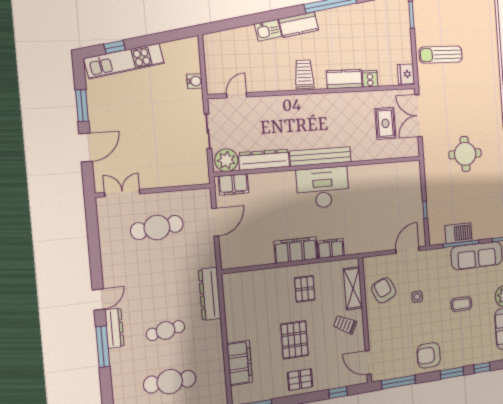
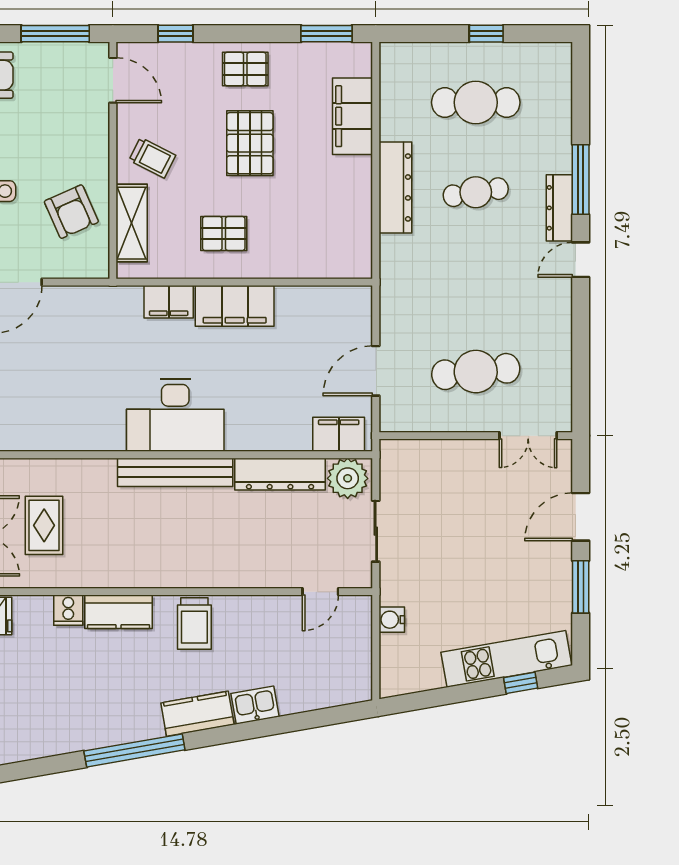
pallet: (305, 289) -> (224, 233), turned 90
dresser: (210, 294) -> (395, 187), moved

